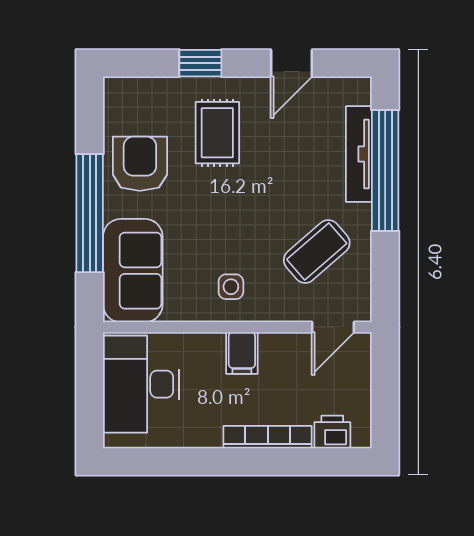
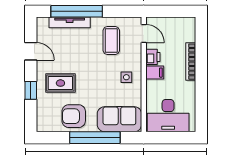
coffee table: (317, 251) -> (111, 41), turned 41
printer: (332, 432) -> (153, 57), moved, turned 180

